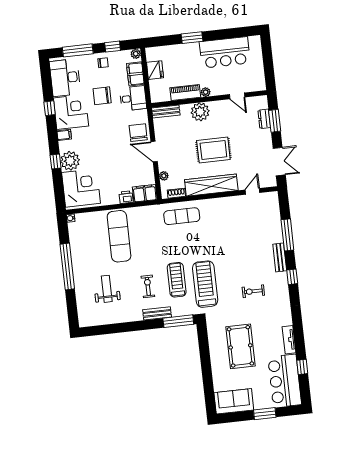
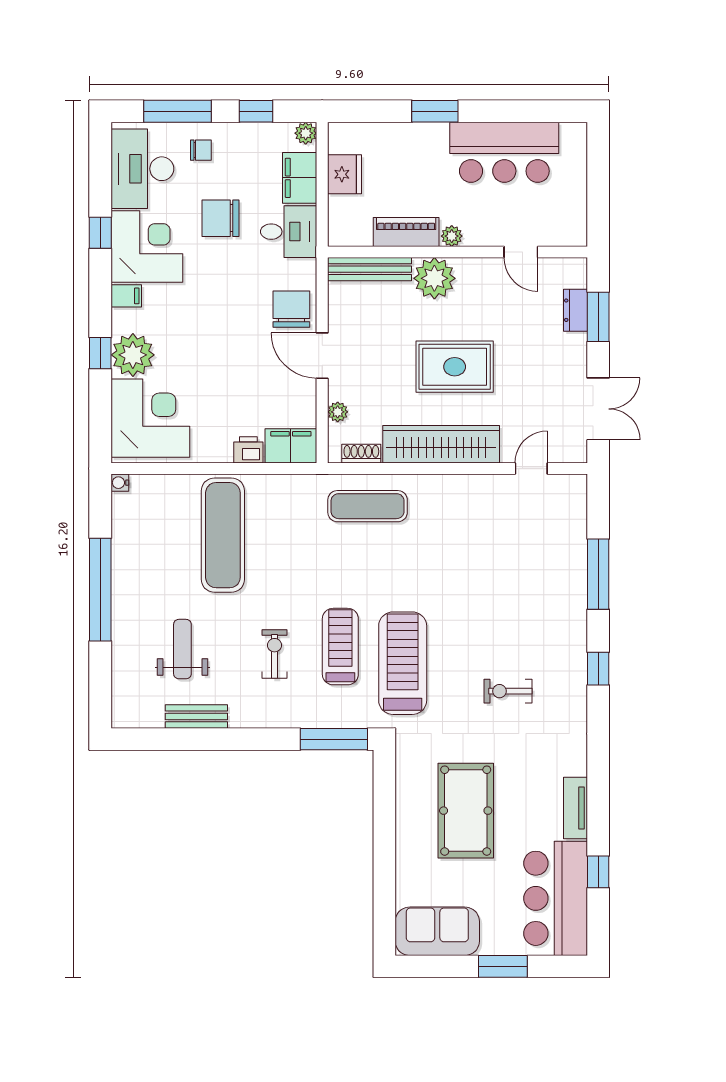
chair: (103, 63) -> (201, 150), moved
bench: (166, 111) -> (369, 269), width x1.36
bench: (280, 257) -> (575, 622), removed
bench: (157, 313) -> (196, 716), moved

